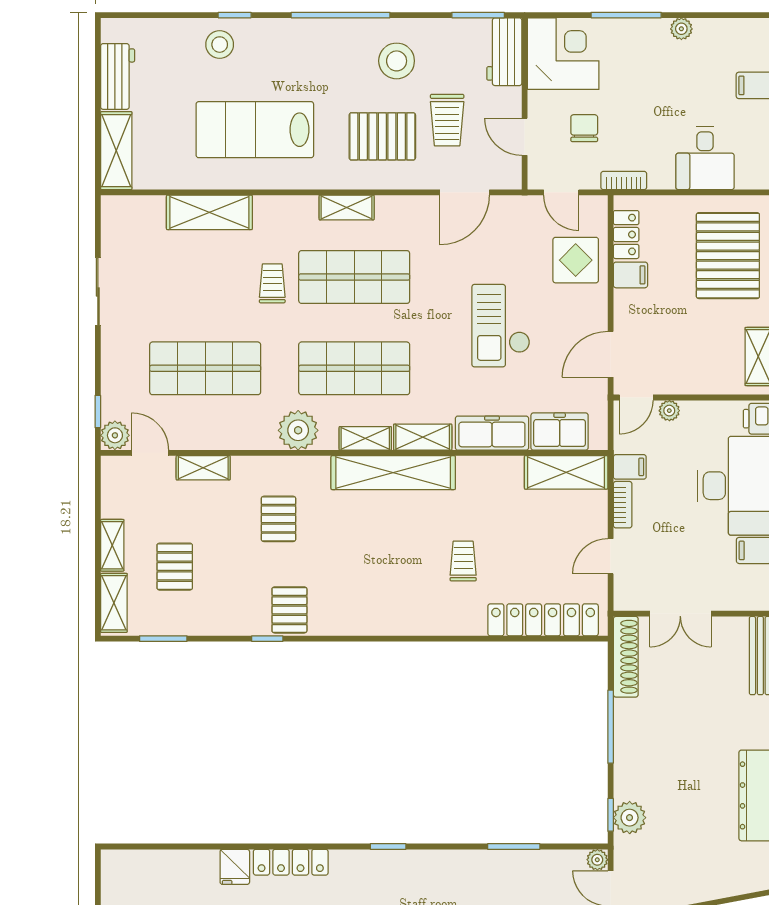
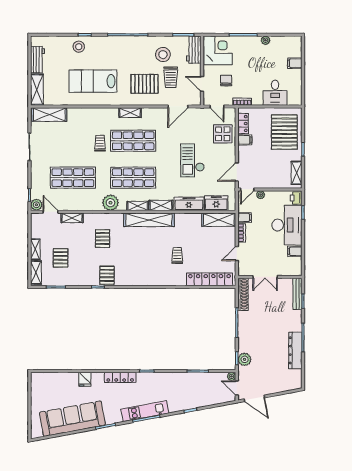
stool: (397, 61) -> (163, 55), moved
shelving: (209, 212) -> (49, 115), moved
locker: (291, 862) -> (120, 377), moved

